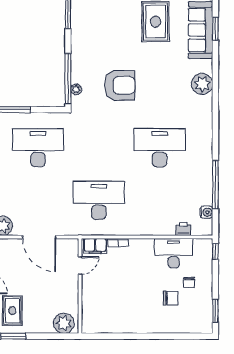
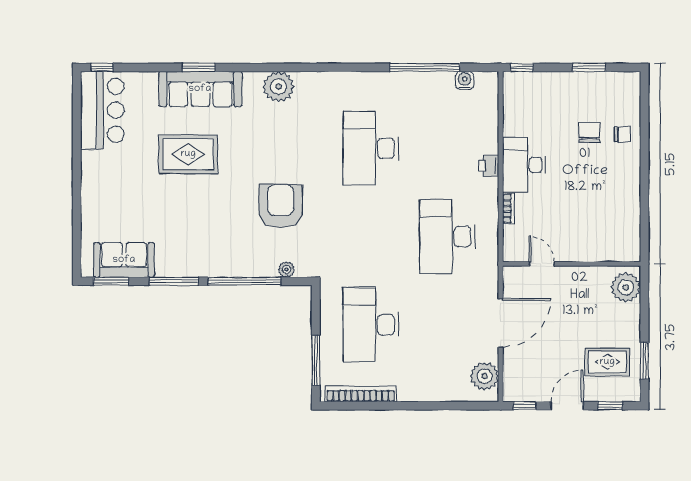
window: (68, 78) -> (244, 281), moved
printer: (183, 229) -> (489, 166), moved
filing cabinet: (95, 246) -> (514, 242), removed
desk: (174, 253) -> (524, 165), moved
chair: (189, 283) -> (622, 134), moved
window: (215, 311) -> (589, 67), moved

